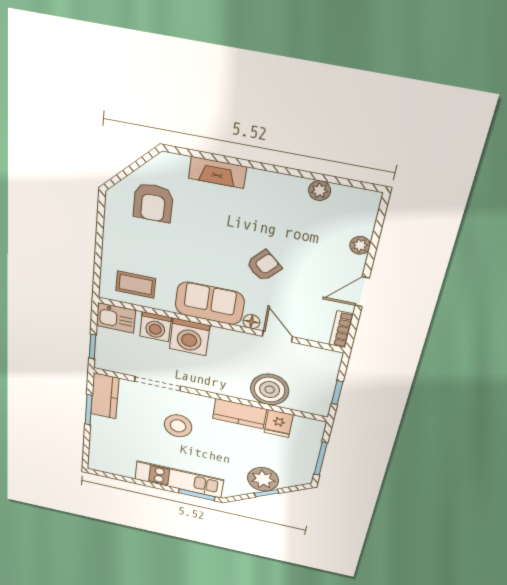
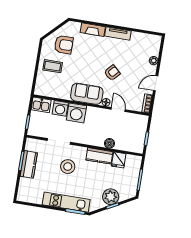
tv unit: (277, 183) -> (118, 33), added
plant: (320, 191) -> (136, 36), removed
armchair: (153, 203) -> (64, 45), turned -90
coffee table: (136, 285) -> (53, 66), moved
boiler: (270, 390) -> (109, 143), width x0.54, depth x0.54
kitchen counter: (105, 396) -> (29, 164), moved

